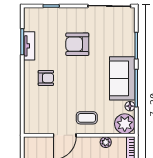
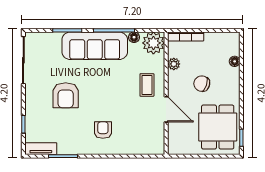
tv unit: (29, 46) -> (41, 149), moved
sofa: (122, 78) -> (95, 46), width x1.36

